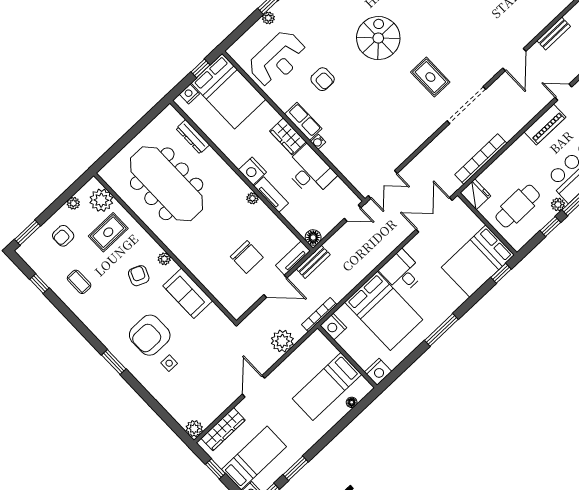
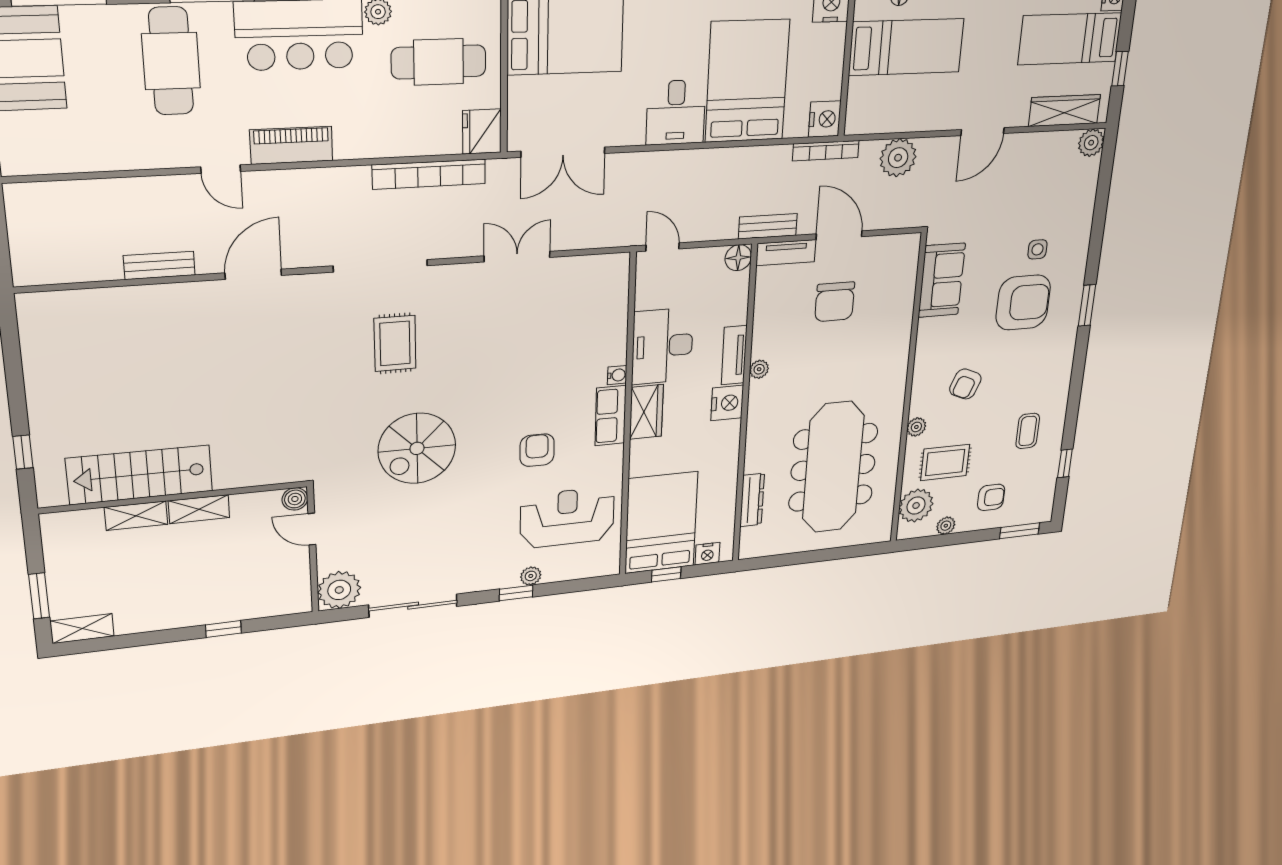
double door: (383, 185) -> (517, 257), moved
chair: (247, 257) -> (835, 302), turned 180
plant: (164, 259) -> (916, 427), moved
sofa: (188, 293) -> (942, 280), moved

